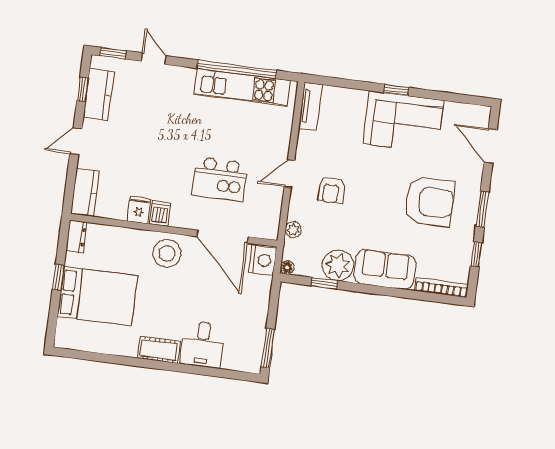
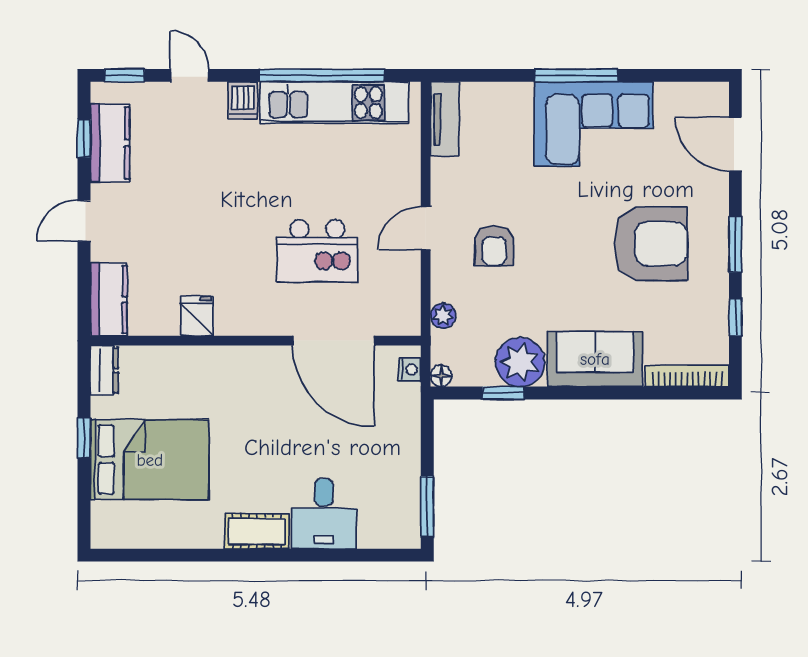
window: (396, 90) -> (576, 75), width x2.17
dishwasher: (160, 213) -> (243, 101), moved, turned 180
stool: (167, 253) -> (250, 378), removed
nightstand: (263, 260) -> (410, 370), width x0.53, depth x0.56

